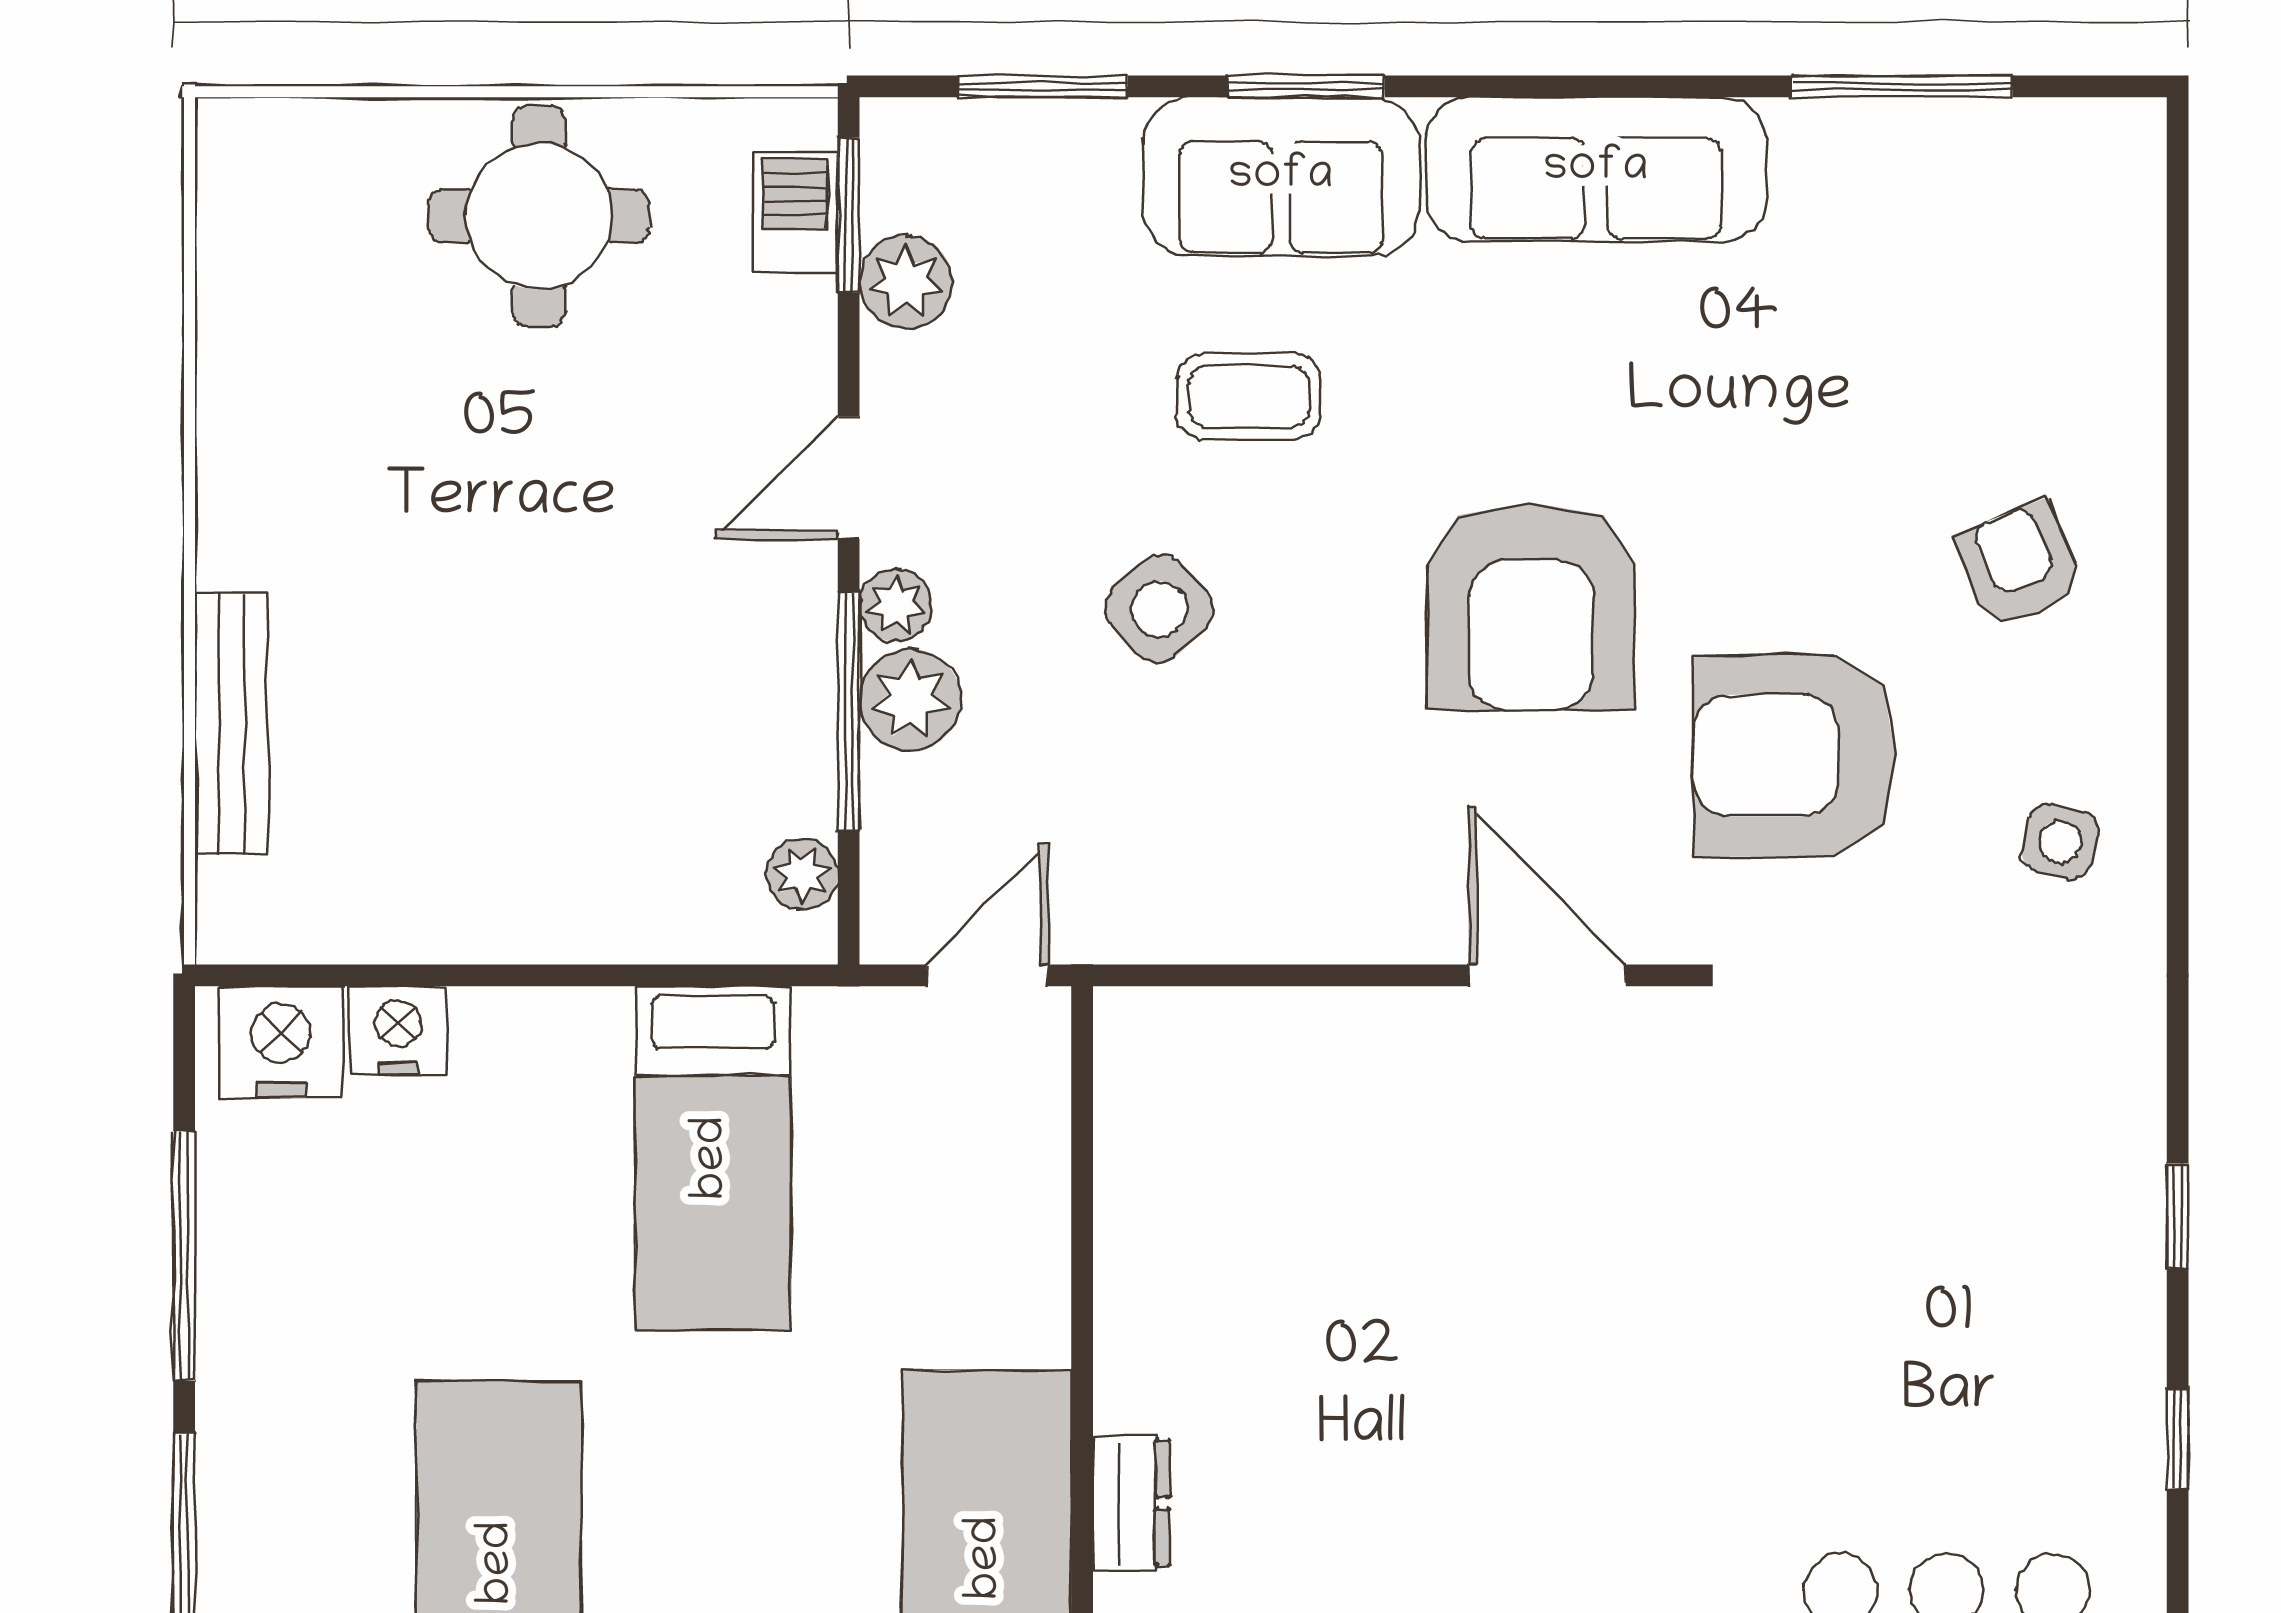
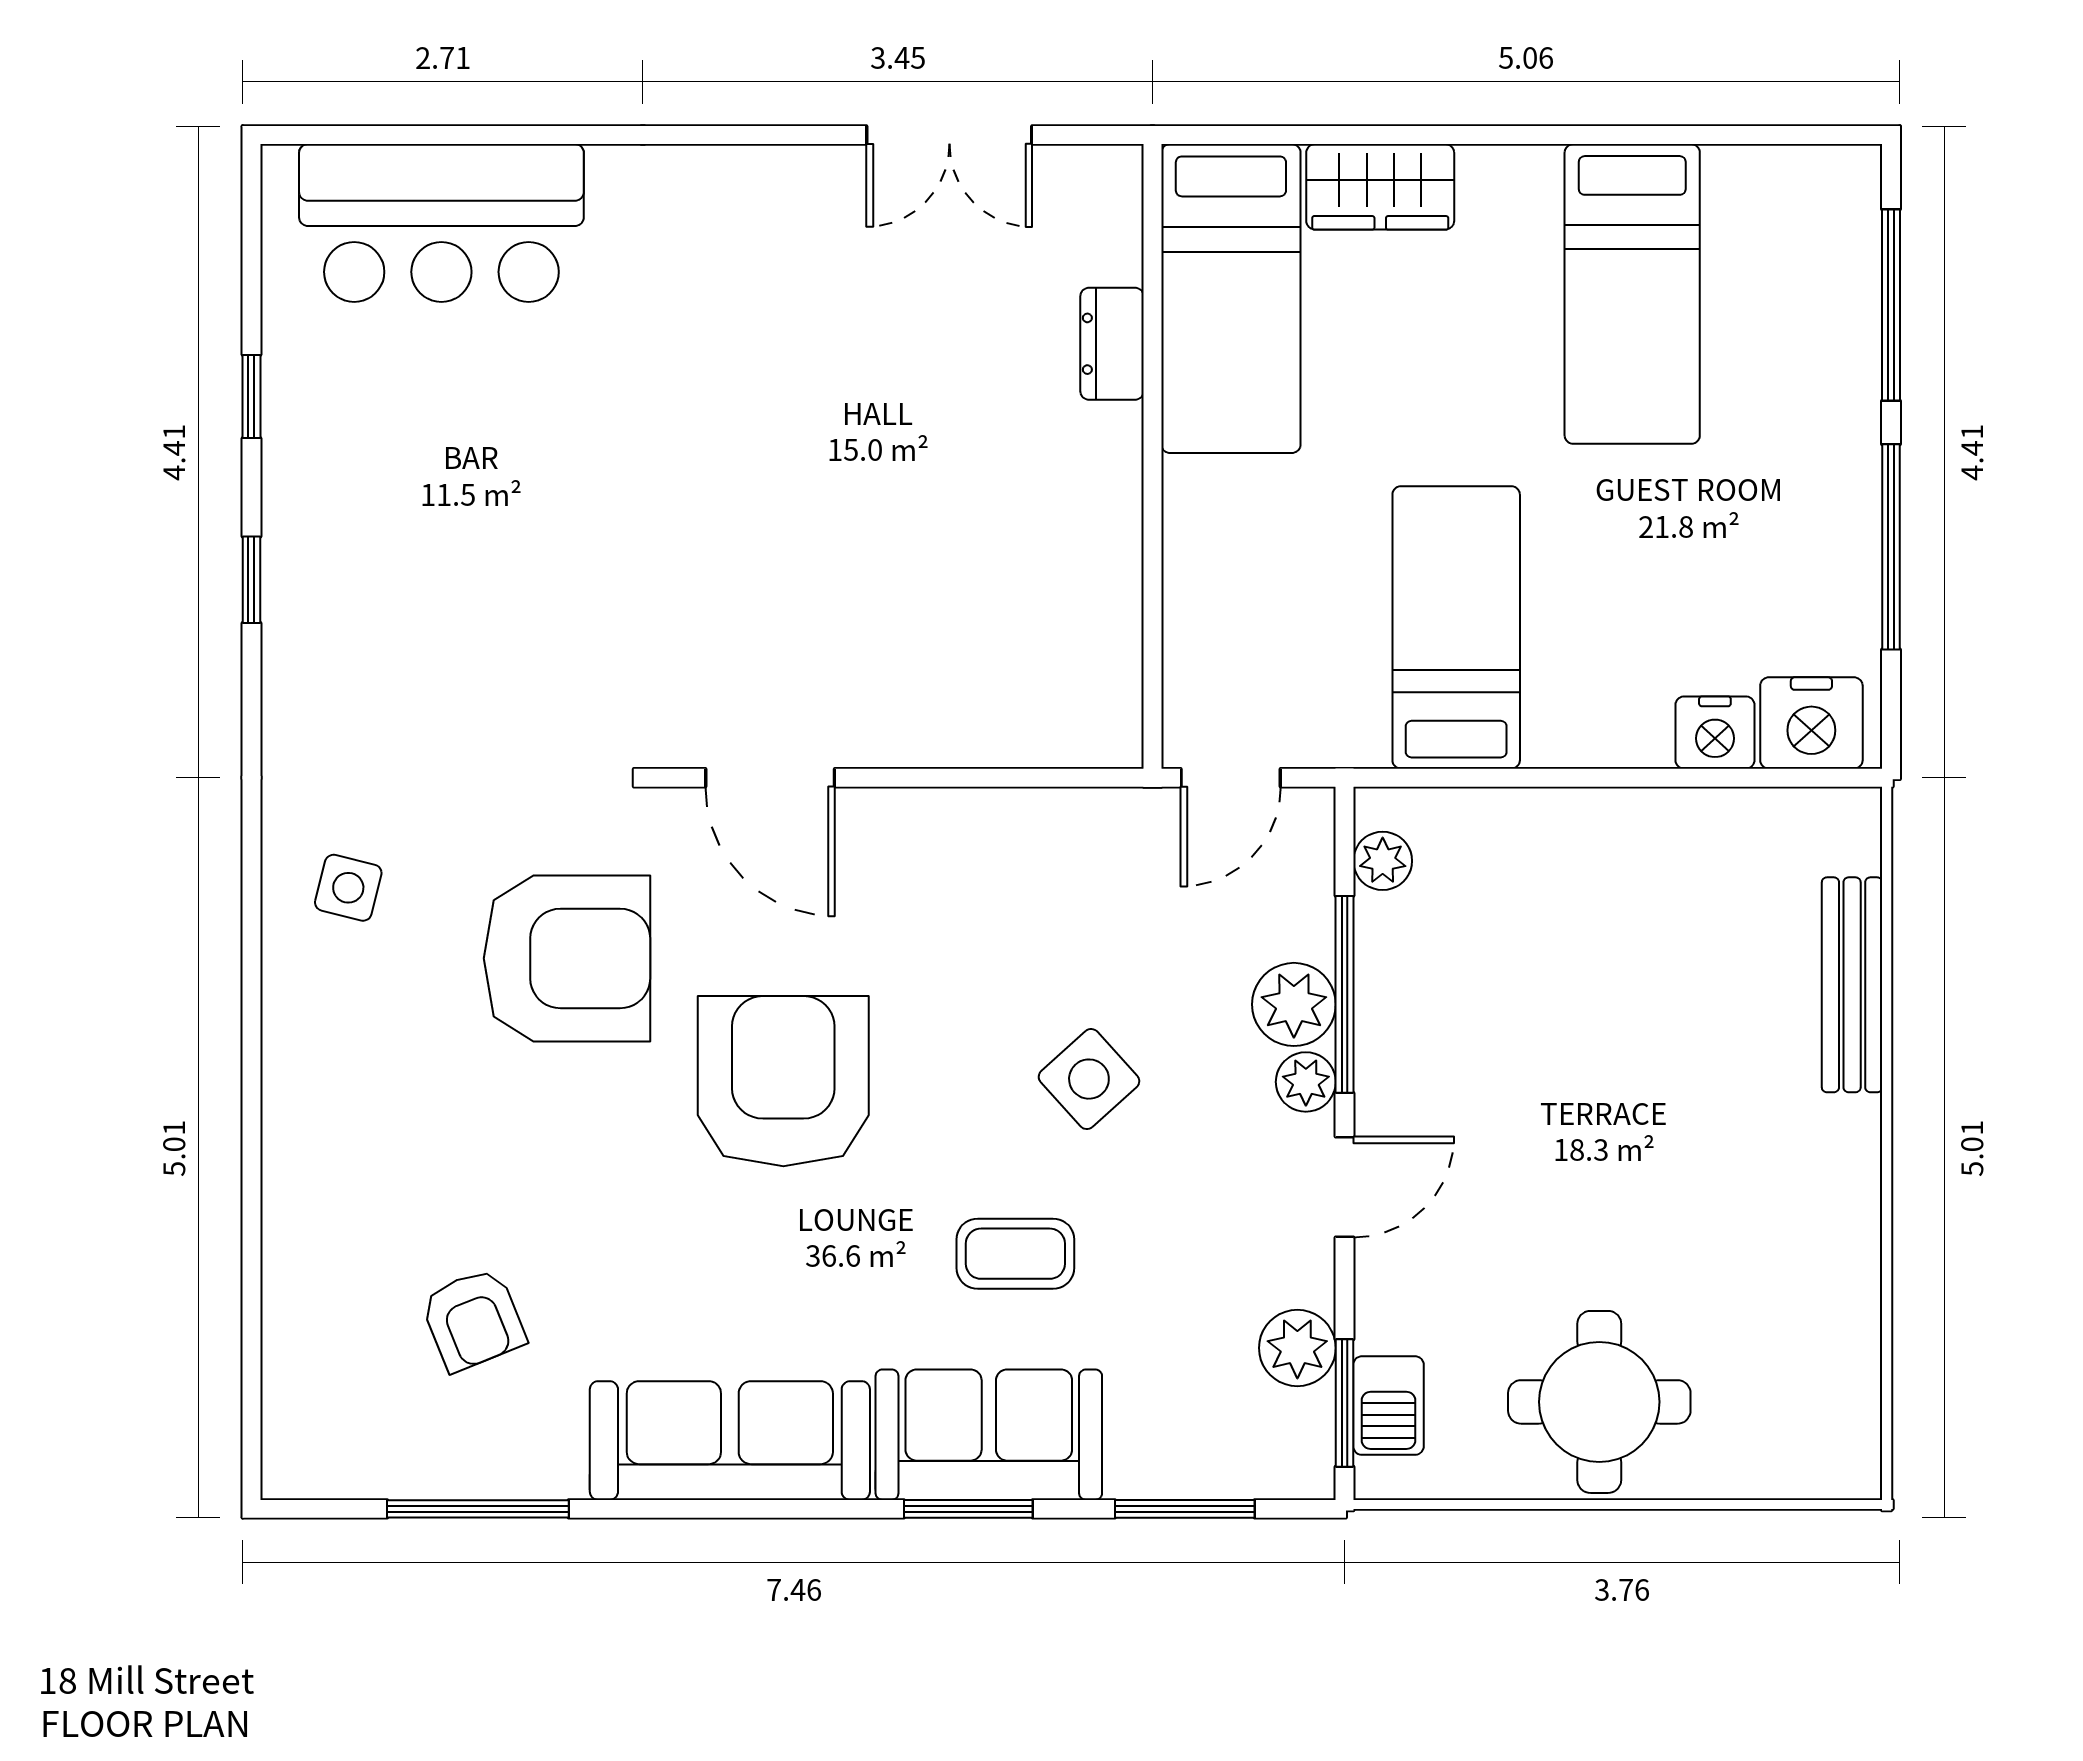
armchair: (2019, 565) -> (473, 1320), moved

